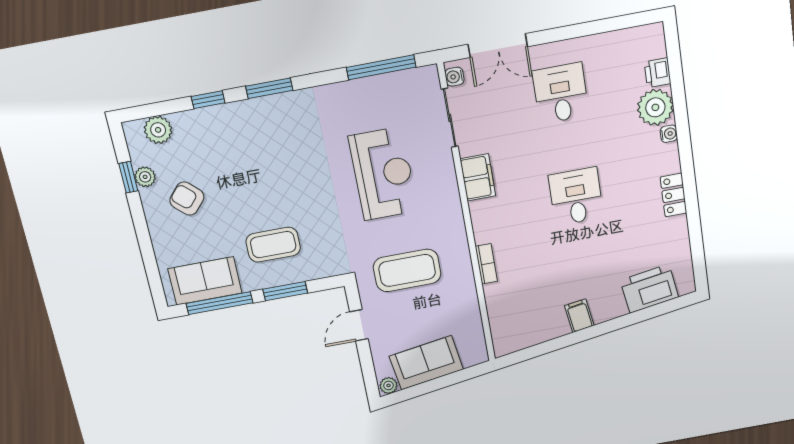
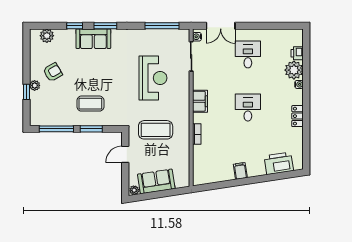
window: (128, 177) -> (26, 92), moved
plant: (145, 177) -> (35, 85), moved
filing cabinet: (478, 177) -> (200, 101), moved
armchair: (187, 199) -> (53, 72), turned 108
sofa: (205, 281) -> (93, 39), moved, turned 180

